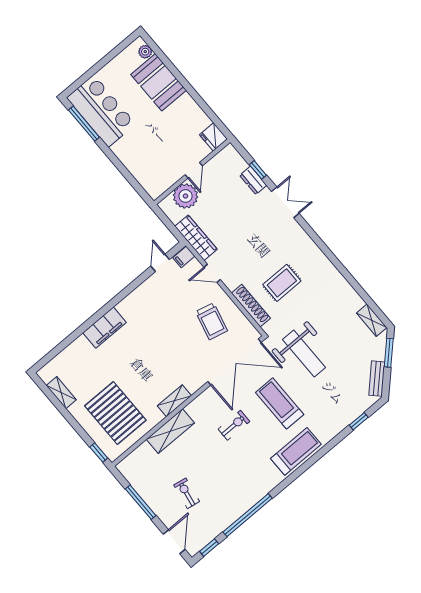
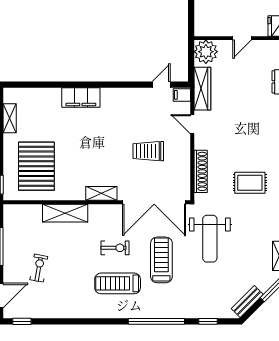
plant: (186, 196) -> (206, 52), moved
rug: (282, 283) -> (250, 183), moved
trolley: (212, 321) -> (148, 151), moved, turned 76
shelving: (174, 401) -> (101, 193), moved
treadmill: (296, 451) -> (118, 283), moved, turned 180
window: (248, 515) -> (156, 321), moved

